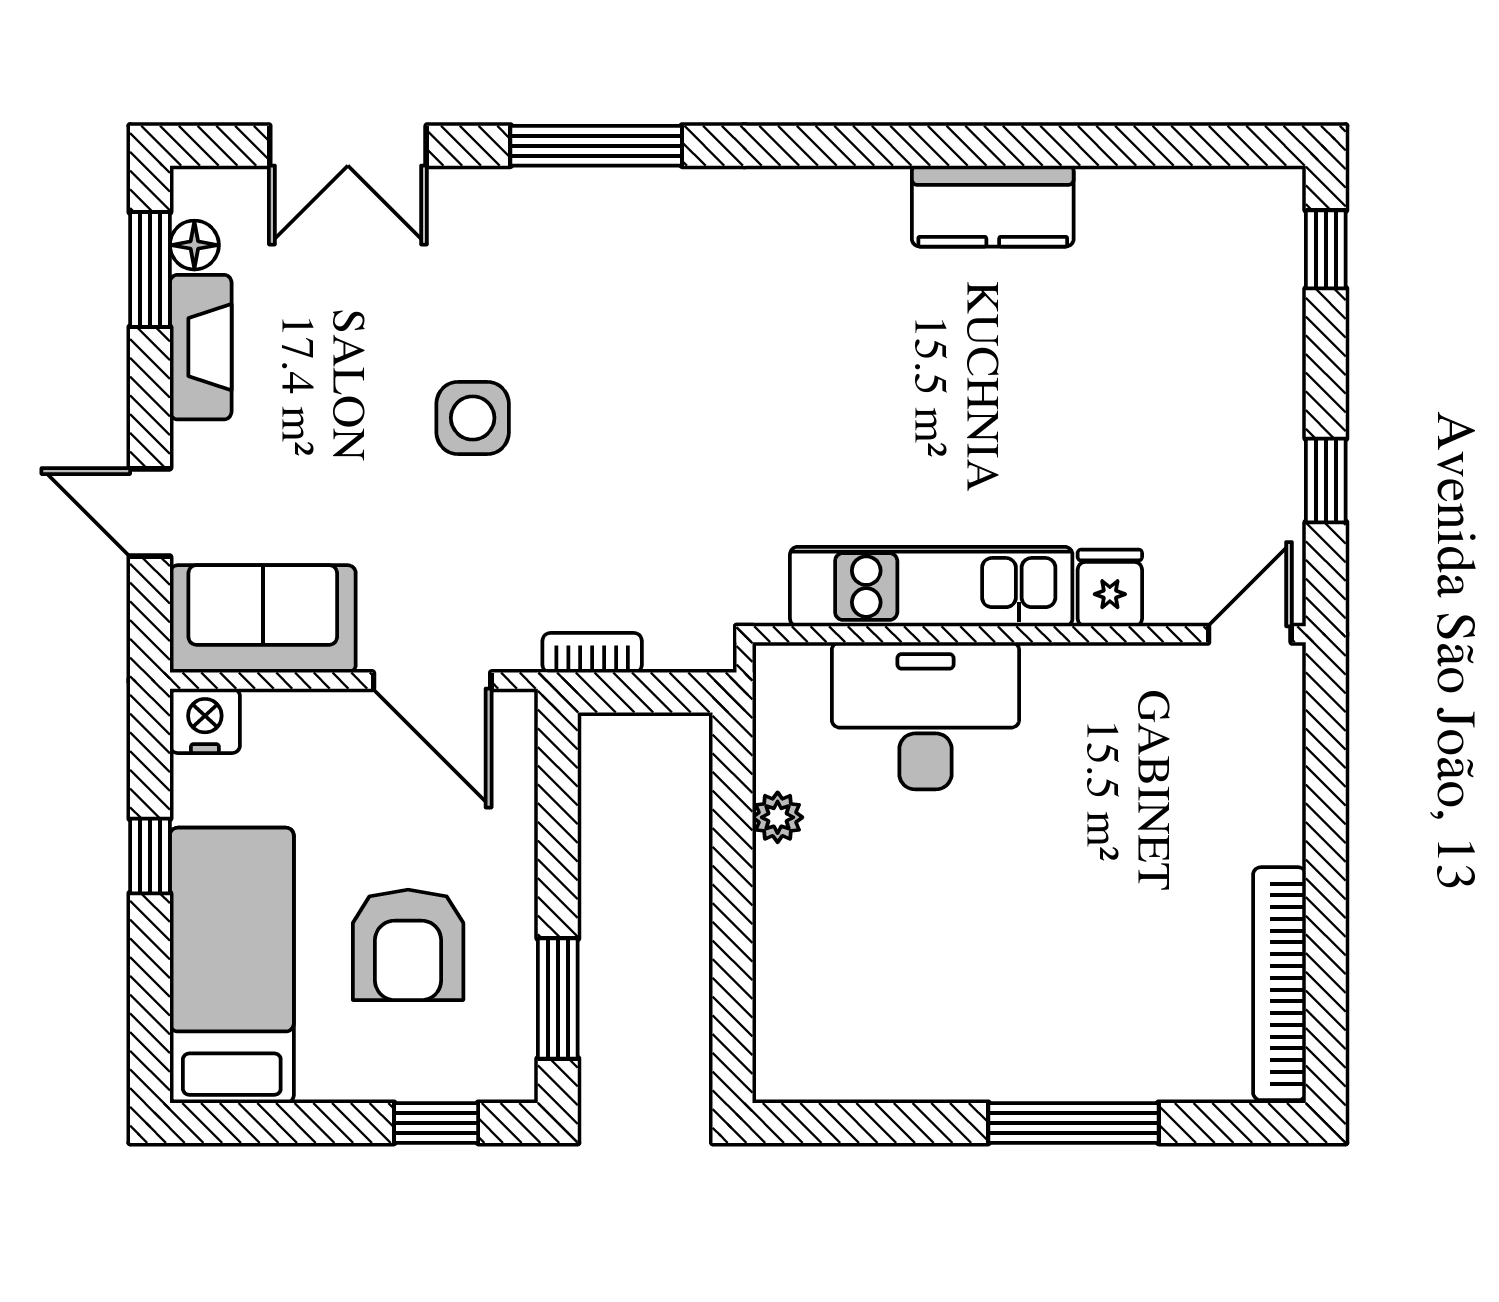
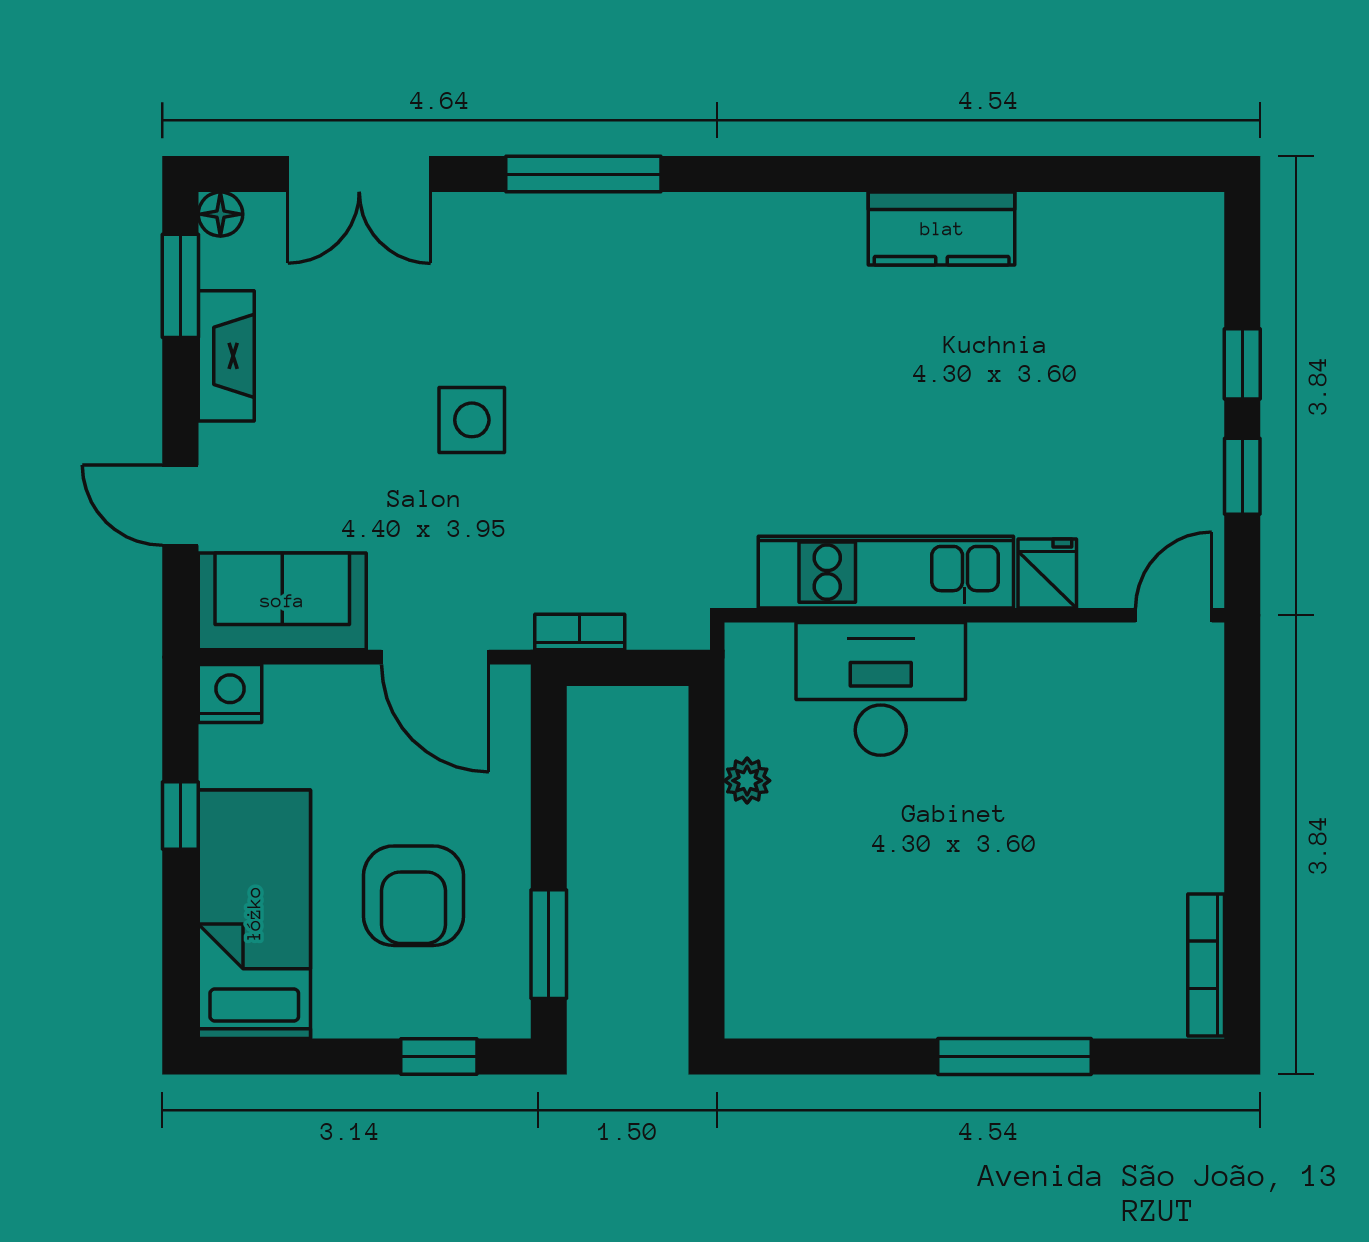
floor lamp: (194, 245) -> (220, 214), moved
window: (1326, 249) -> (1242, 364), moved
bookcase: (1279, 984) -> (1206, 965), width x0.68, depth x0.76

